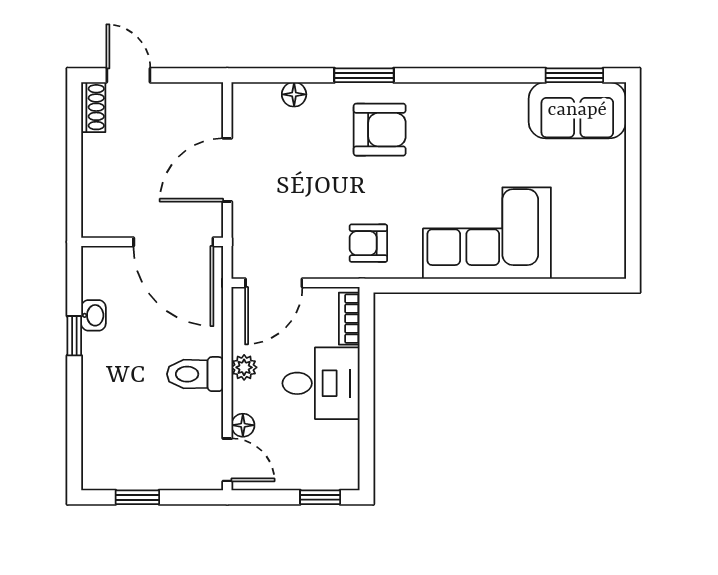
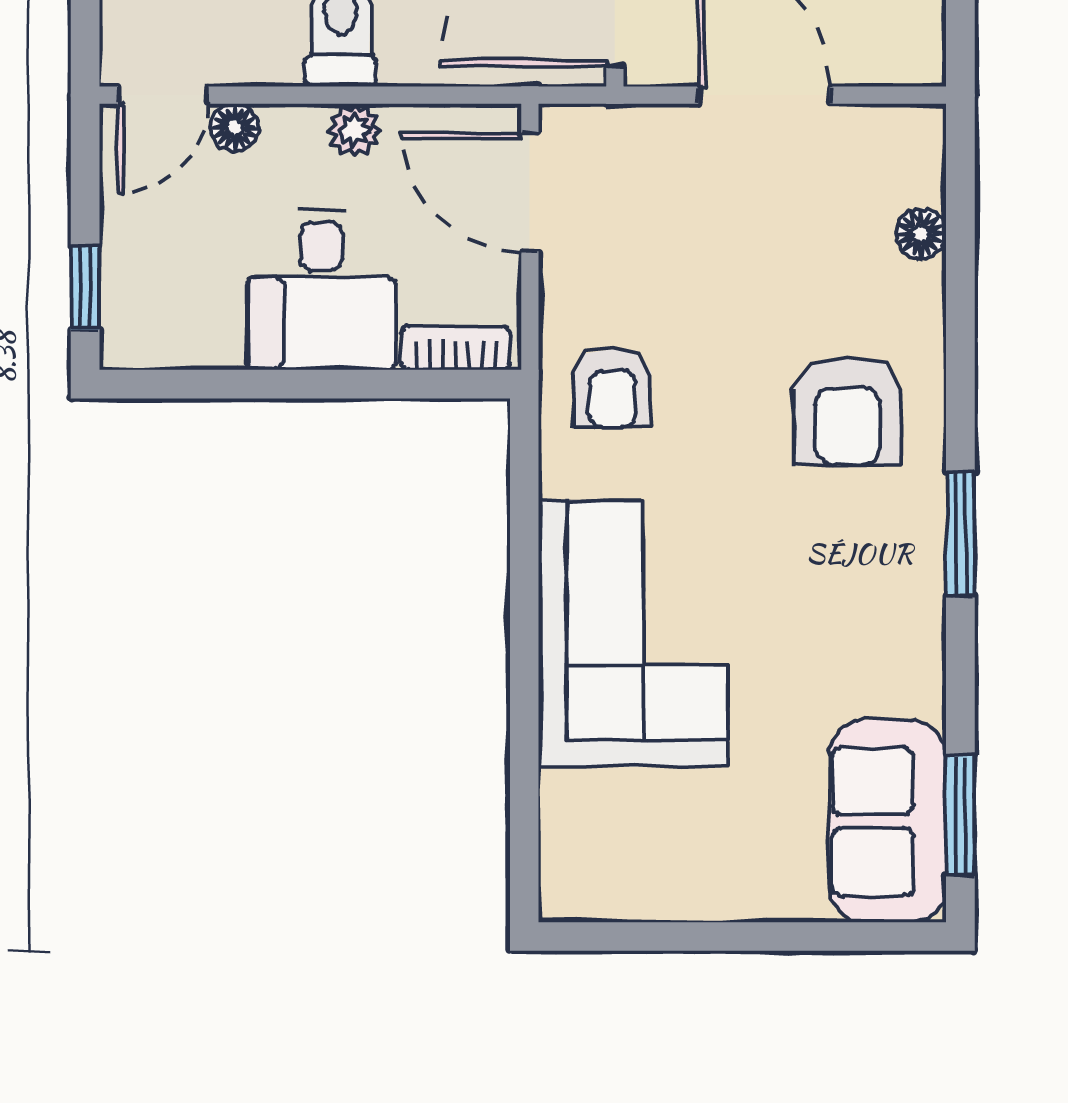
window: (364, 75) -> (960, 534), moved
armchair: (368, 243) -> (612, 388), turned 180

